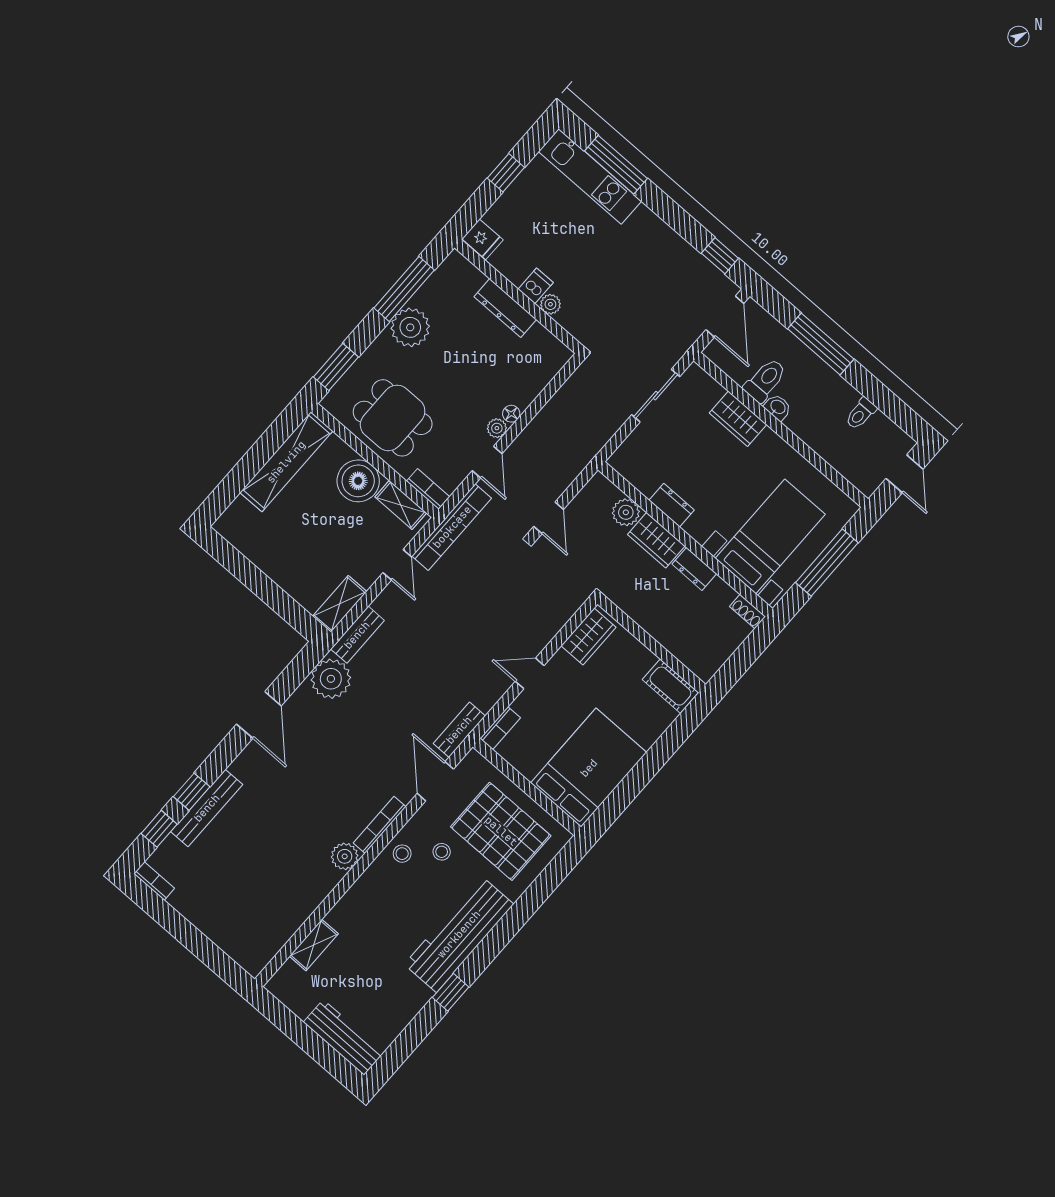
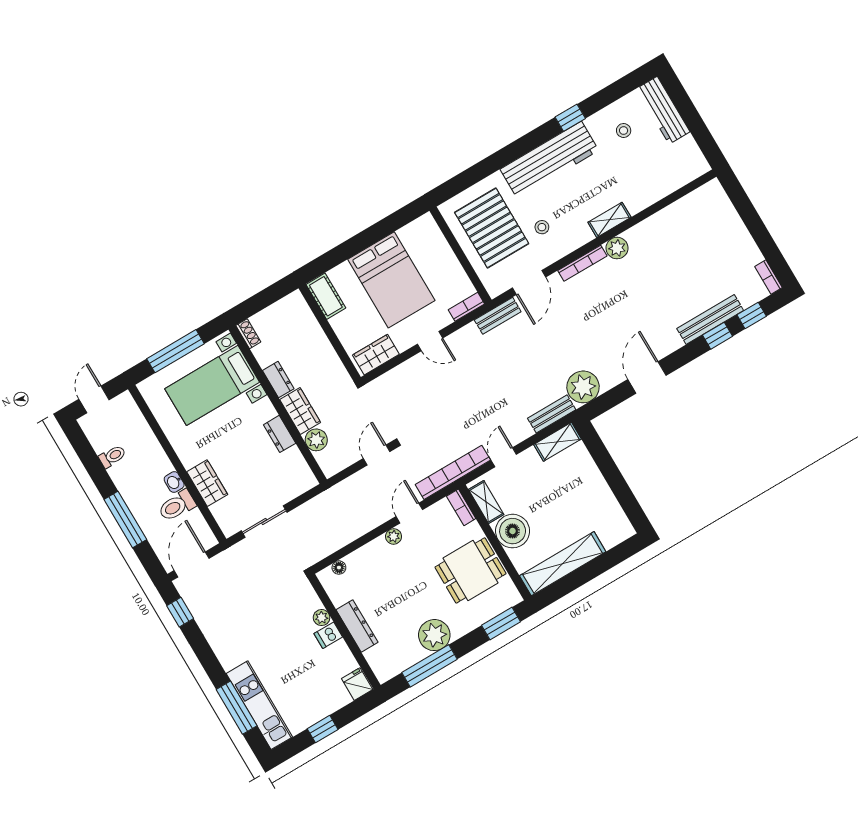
floor lamp: (511, 414) -> (339, 568), moved
dining table: (393, 418) -> (470, 570), turned 90
bed: (589, 768) -> (391, 280), moved, turned -90
stool: (402, 854) -> (624, 131), moved
shelving: (314, 945) -> (609, 220), moved

